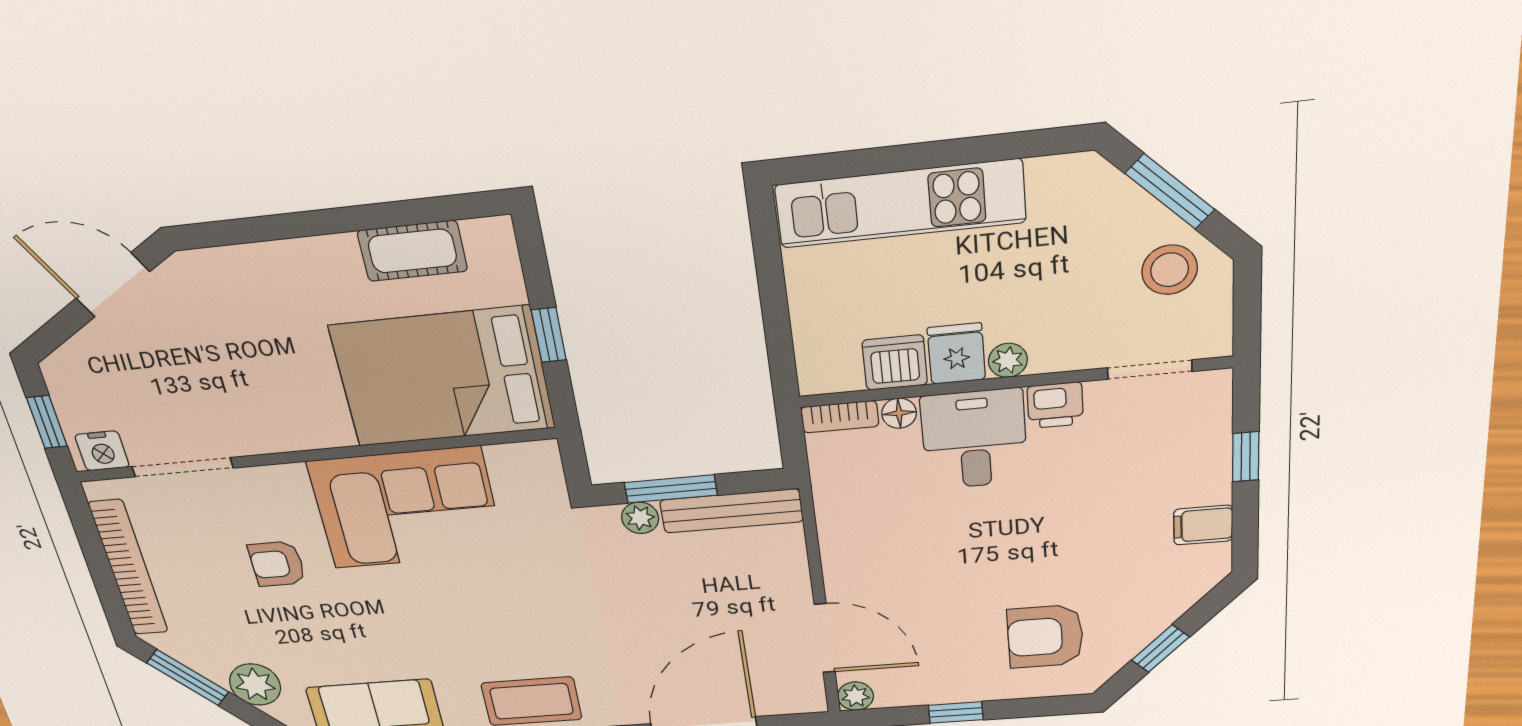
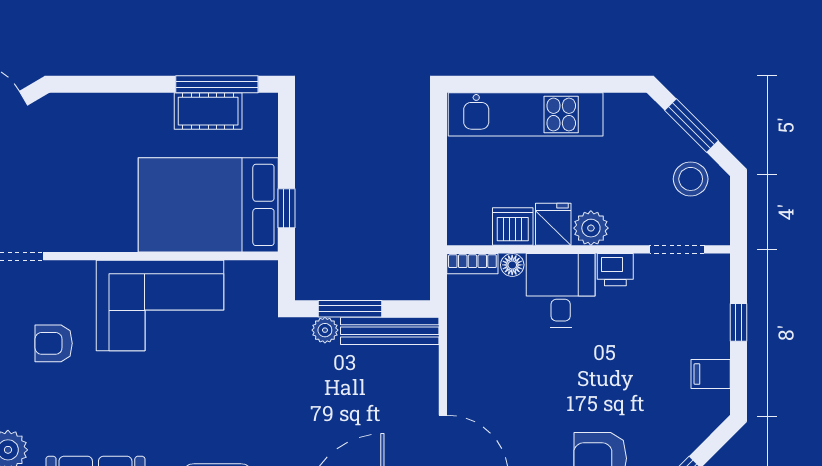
window: (417, 212) -> (217, 84), added
window: (549, 335) -> (287, 208), moved
plant: (1008, 360) -> (591, 228), width x1.38, depth x1.38

